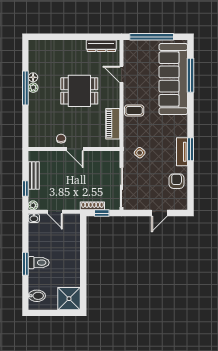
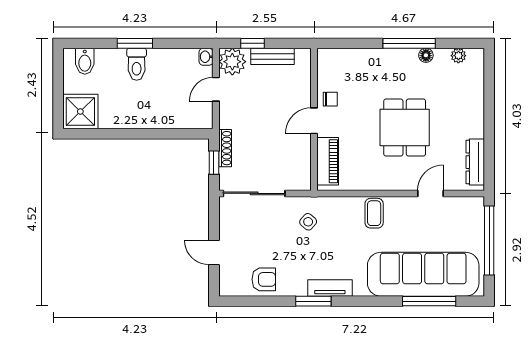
plant: (33, 88) -> (458, 56), moved
piano: (113, 124) -> (328, 161), moved, turned 90
tv unit: (182, 152) -> (330, 288), moved
plant: (33, 205) -> (232, 62), width x1.87, depth x1.87

